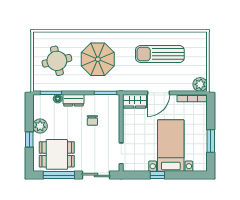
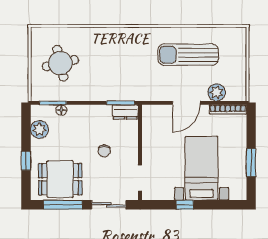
parasol: (98, 59) -> (111, 61), removed
plant: (200, 84) -> (217, 92), moved
dresser: (73, 100) -> (125, 112), moved
wardrobe: (135, 101) -> (157, 113), removed
chair: (92, 120) -> (104, 151), moved
plant: (40, 126) -> (39, 129), moved

